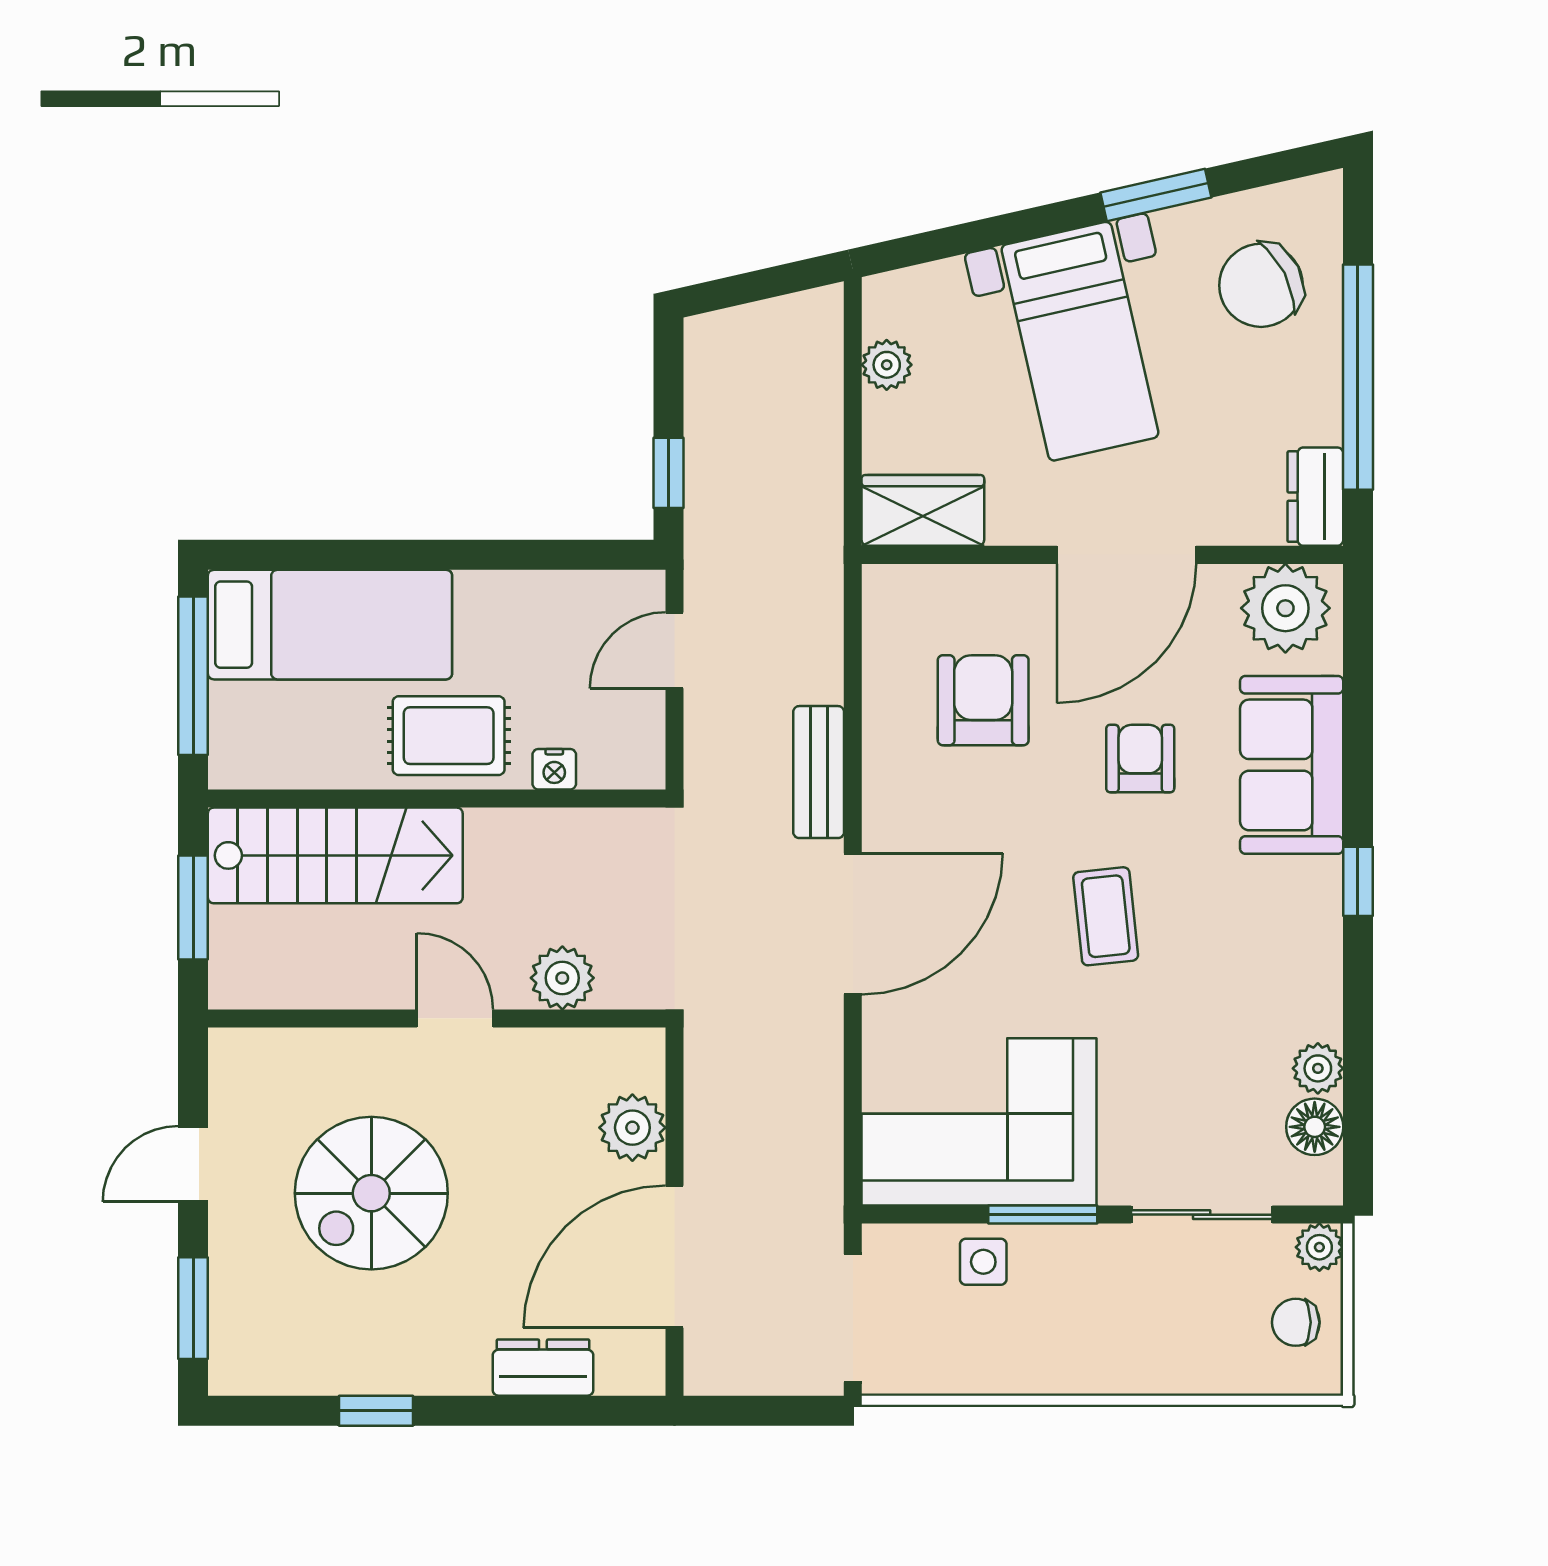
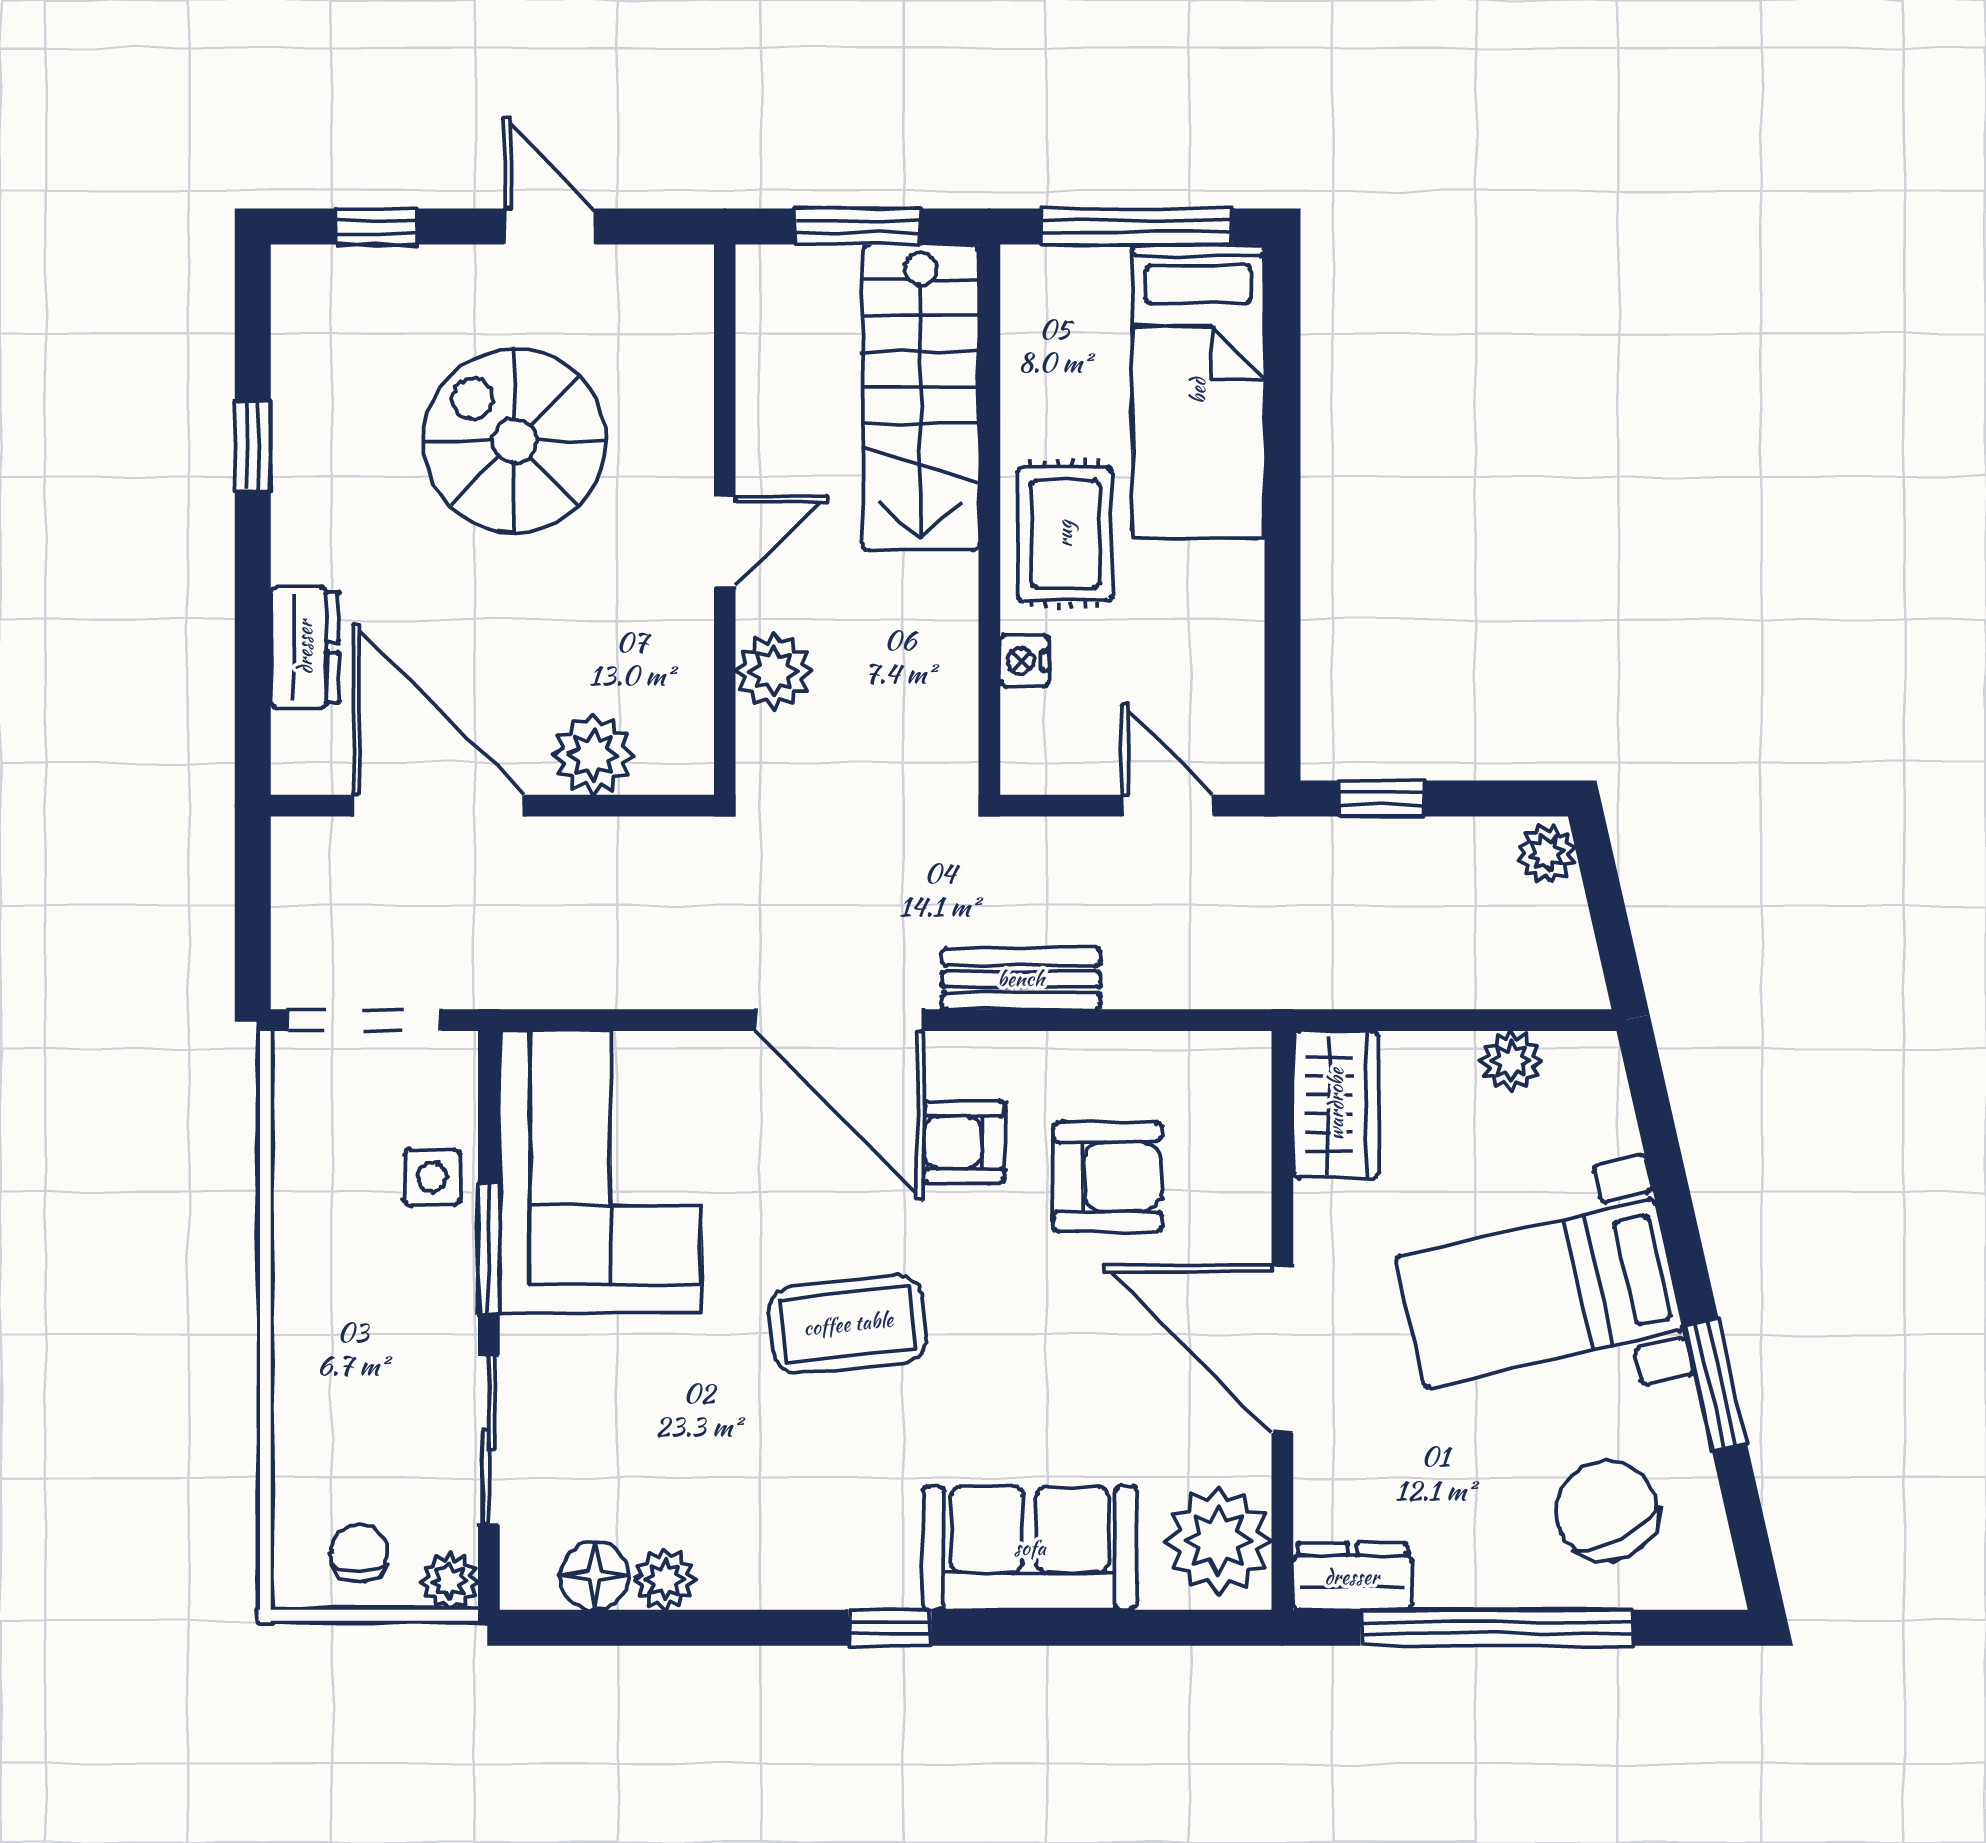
plant: (714, 335) -> (1546, 853), added
armchair: (1140, 759) -> (964, 1142), moved, turned 180
coffee table: (1106, 916) -> (848, 1324), width x1.36, depth x1.30
window: (193, 1308) -> (376, 226), width x0.67

